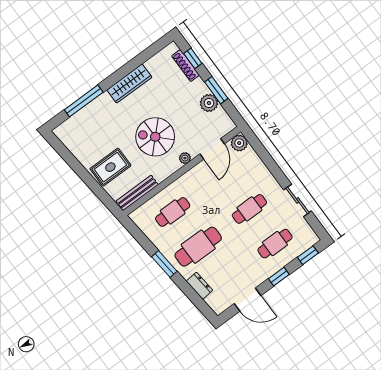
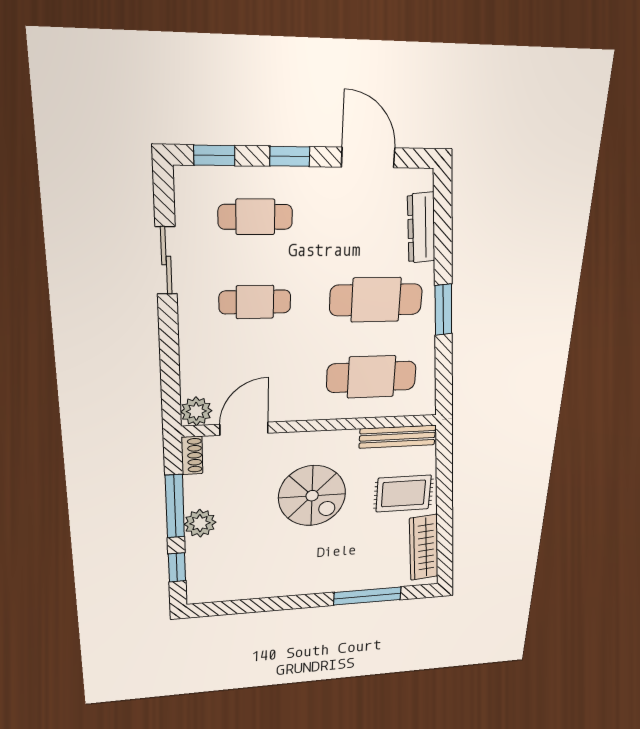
shoe rack: (186, 66) -> (192, 455), moved, width x0.70
wardrobe: (129, 84) -> (424, 548), moved, turned -96
window: (216, 90) -> (175, 506), width x1.44
plant: (209, 103) -> (200, 523), moved
plant: (185, 158) -> (294, 441), removed
cafe table: (173, 212) -> (371, 377), width x1.37, depth x1.35
dresser: (199, 286) -> (421, 228), width x1.44

